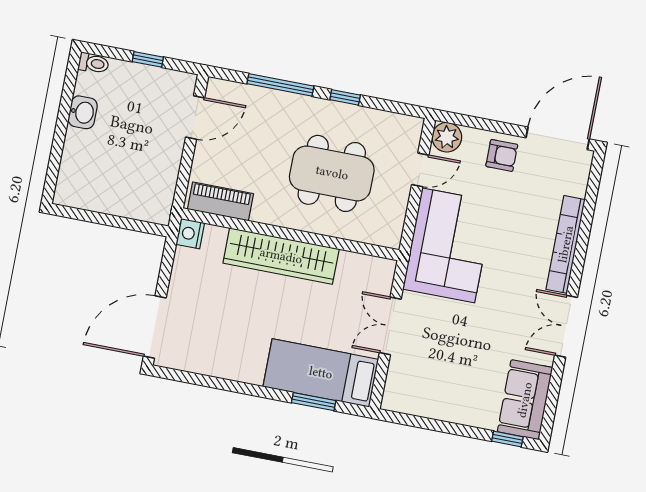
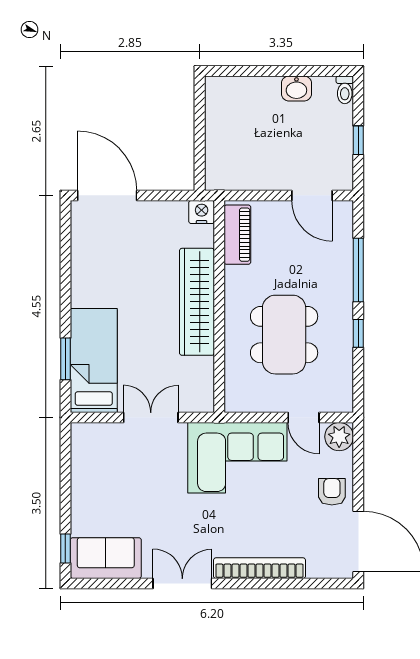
armchair: (502, 155) -> (332, 492), turned 180

